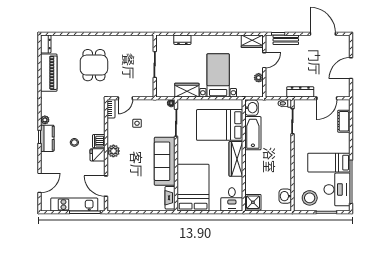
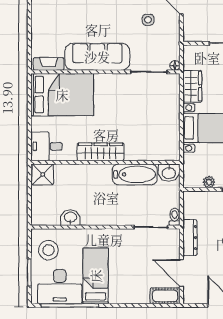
cot: (344, 121) -> (165, 296), moved
bed: (220, 125) -> (146, 130), removed
washbasin: (285, 196) -> (71, 218), moved

